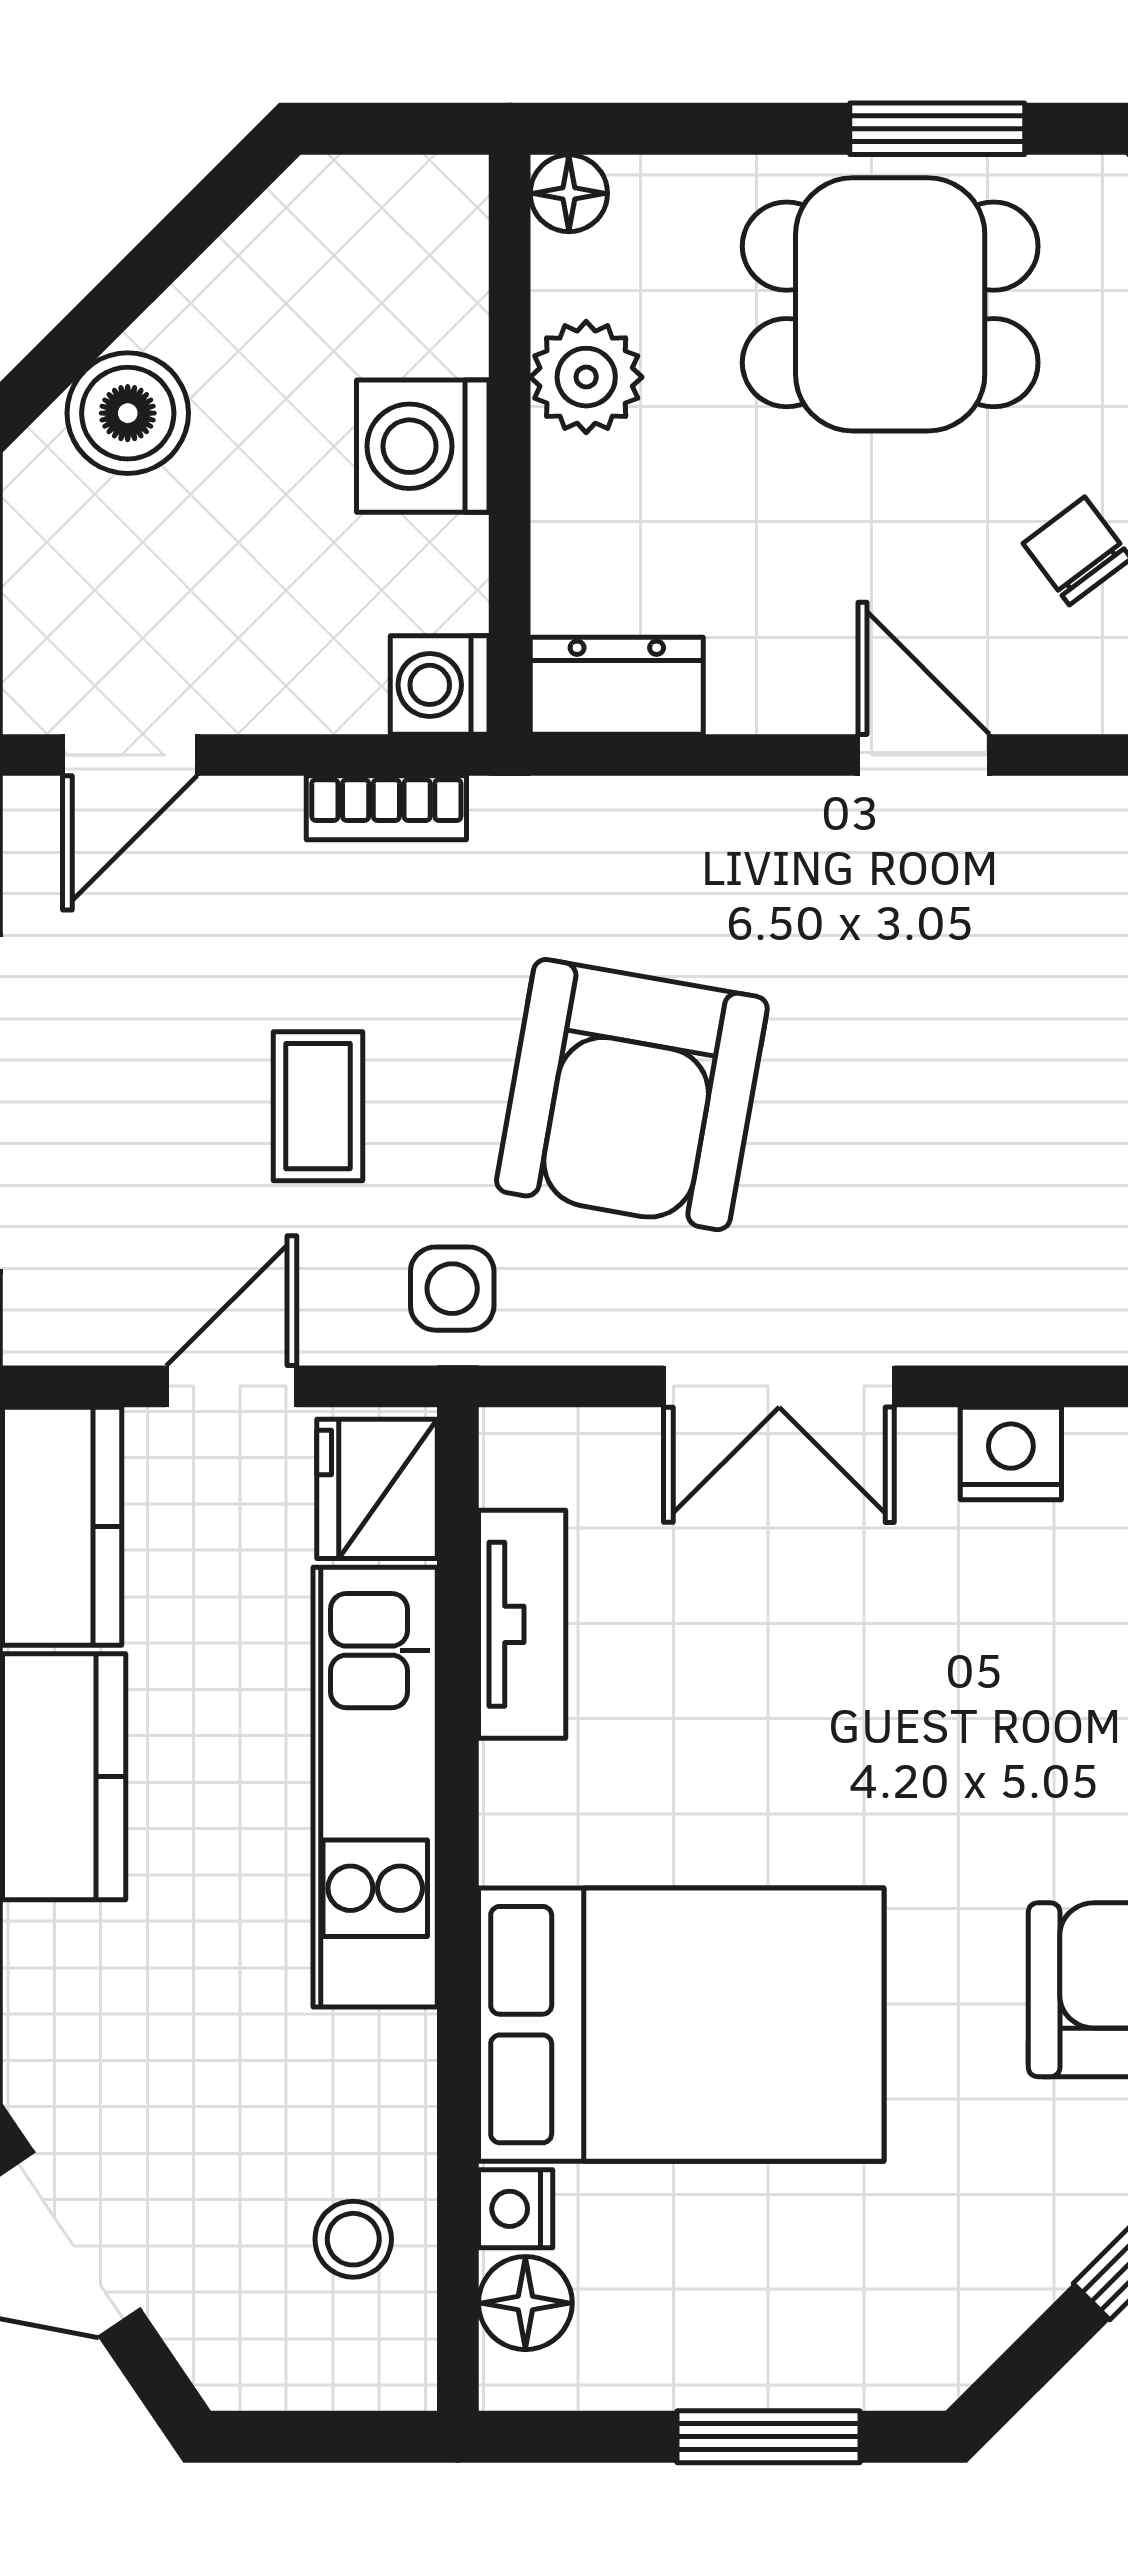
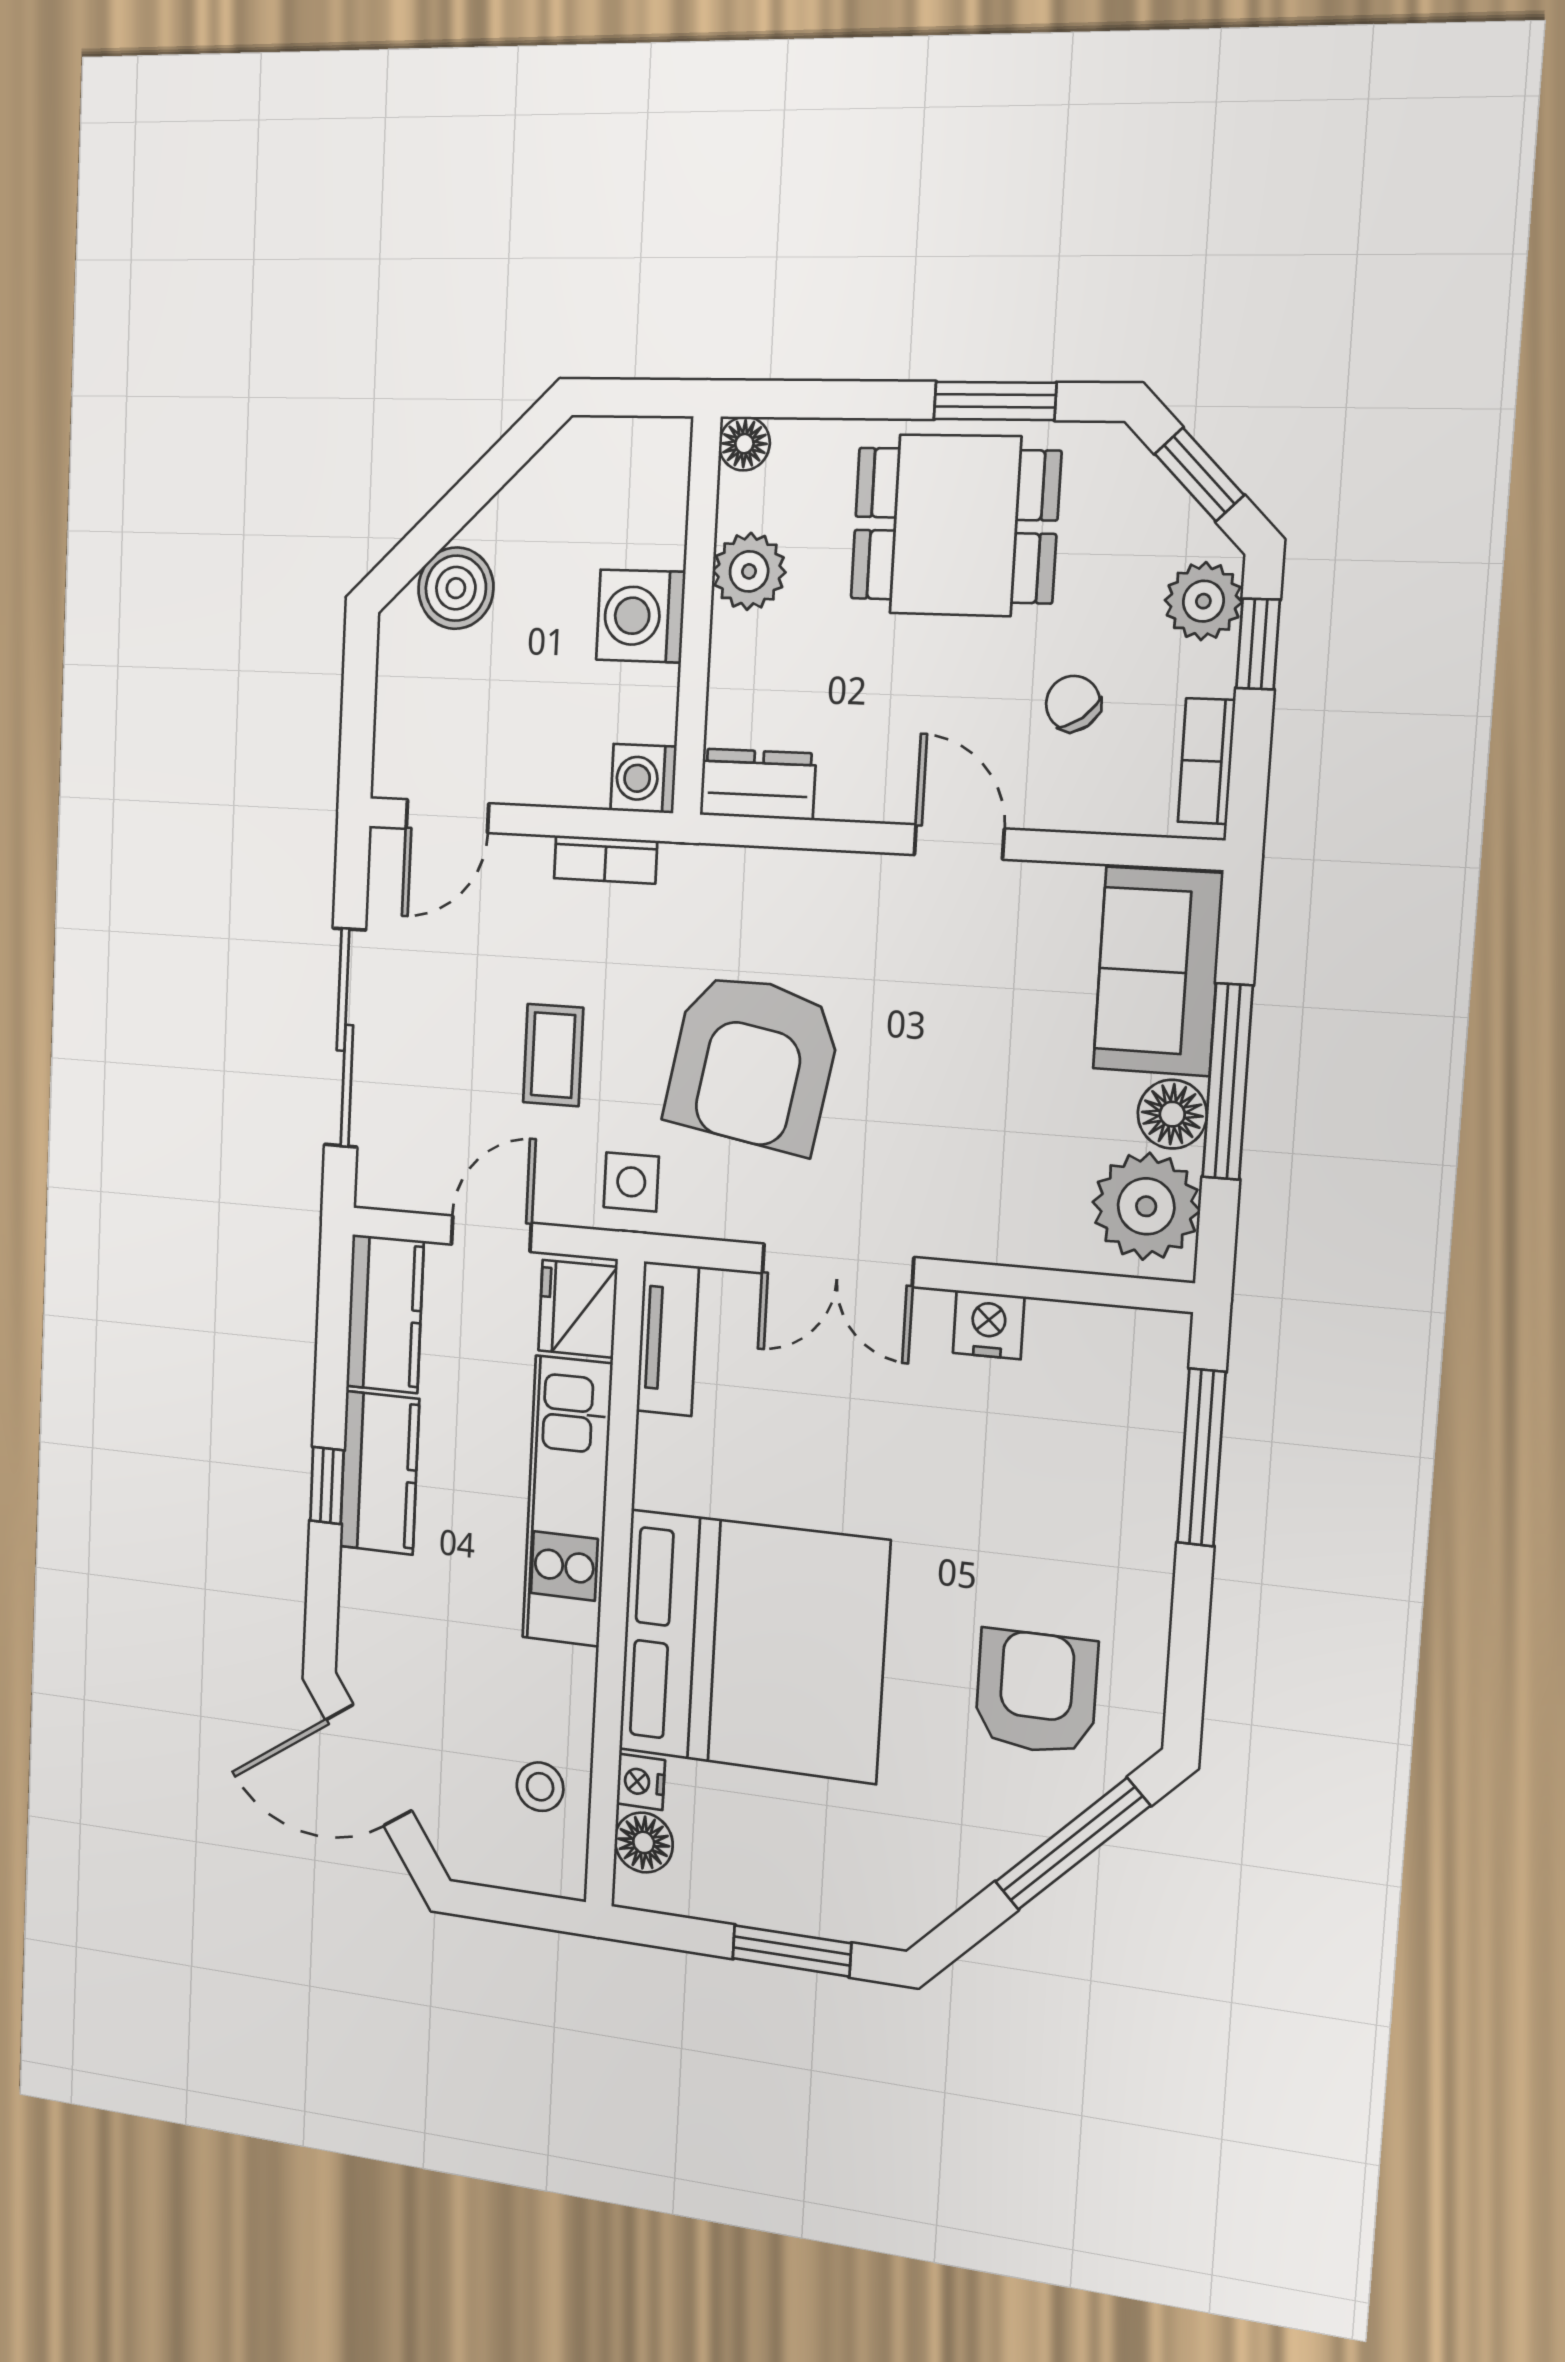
tv unit: (522, 1624) -> (668, 1339), moved
bed: (681, 2025) -> (753, 1646), width x1.36

